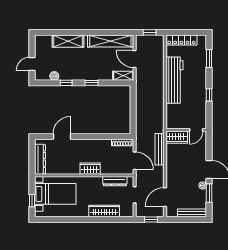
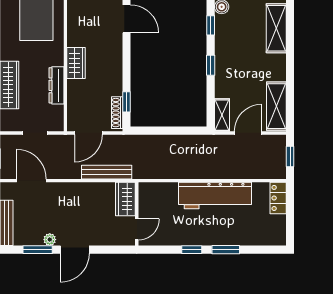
locker: (181, 40) -> (278, 198), width x0.66
shelving: (110, 41) -> (276, 106), width x0.68
window: (209, 59) -> (226, 250), moved
door: (196, 130) -> (137, 229), swing flipped
window: (115, 137) -> (126, 102), added
dresser: (115, 181) -> (56, 85), moved

